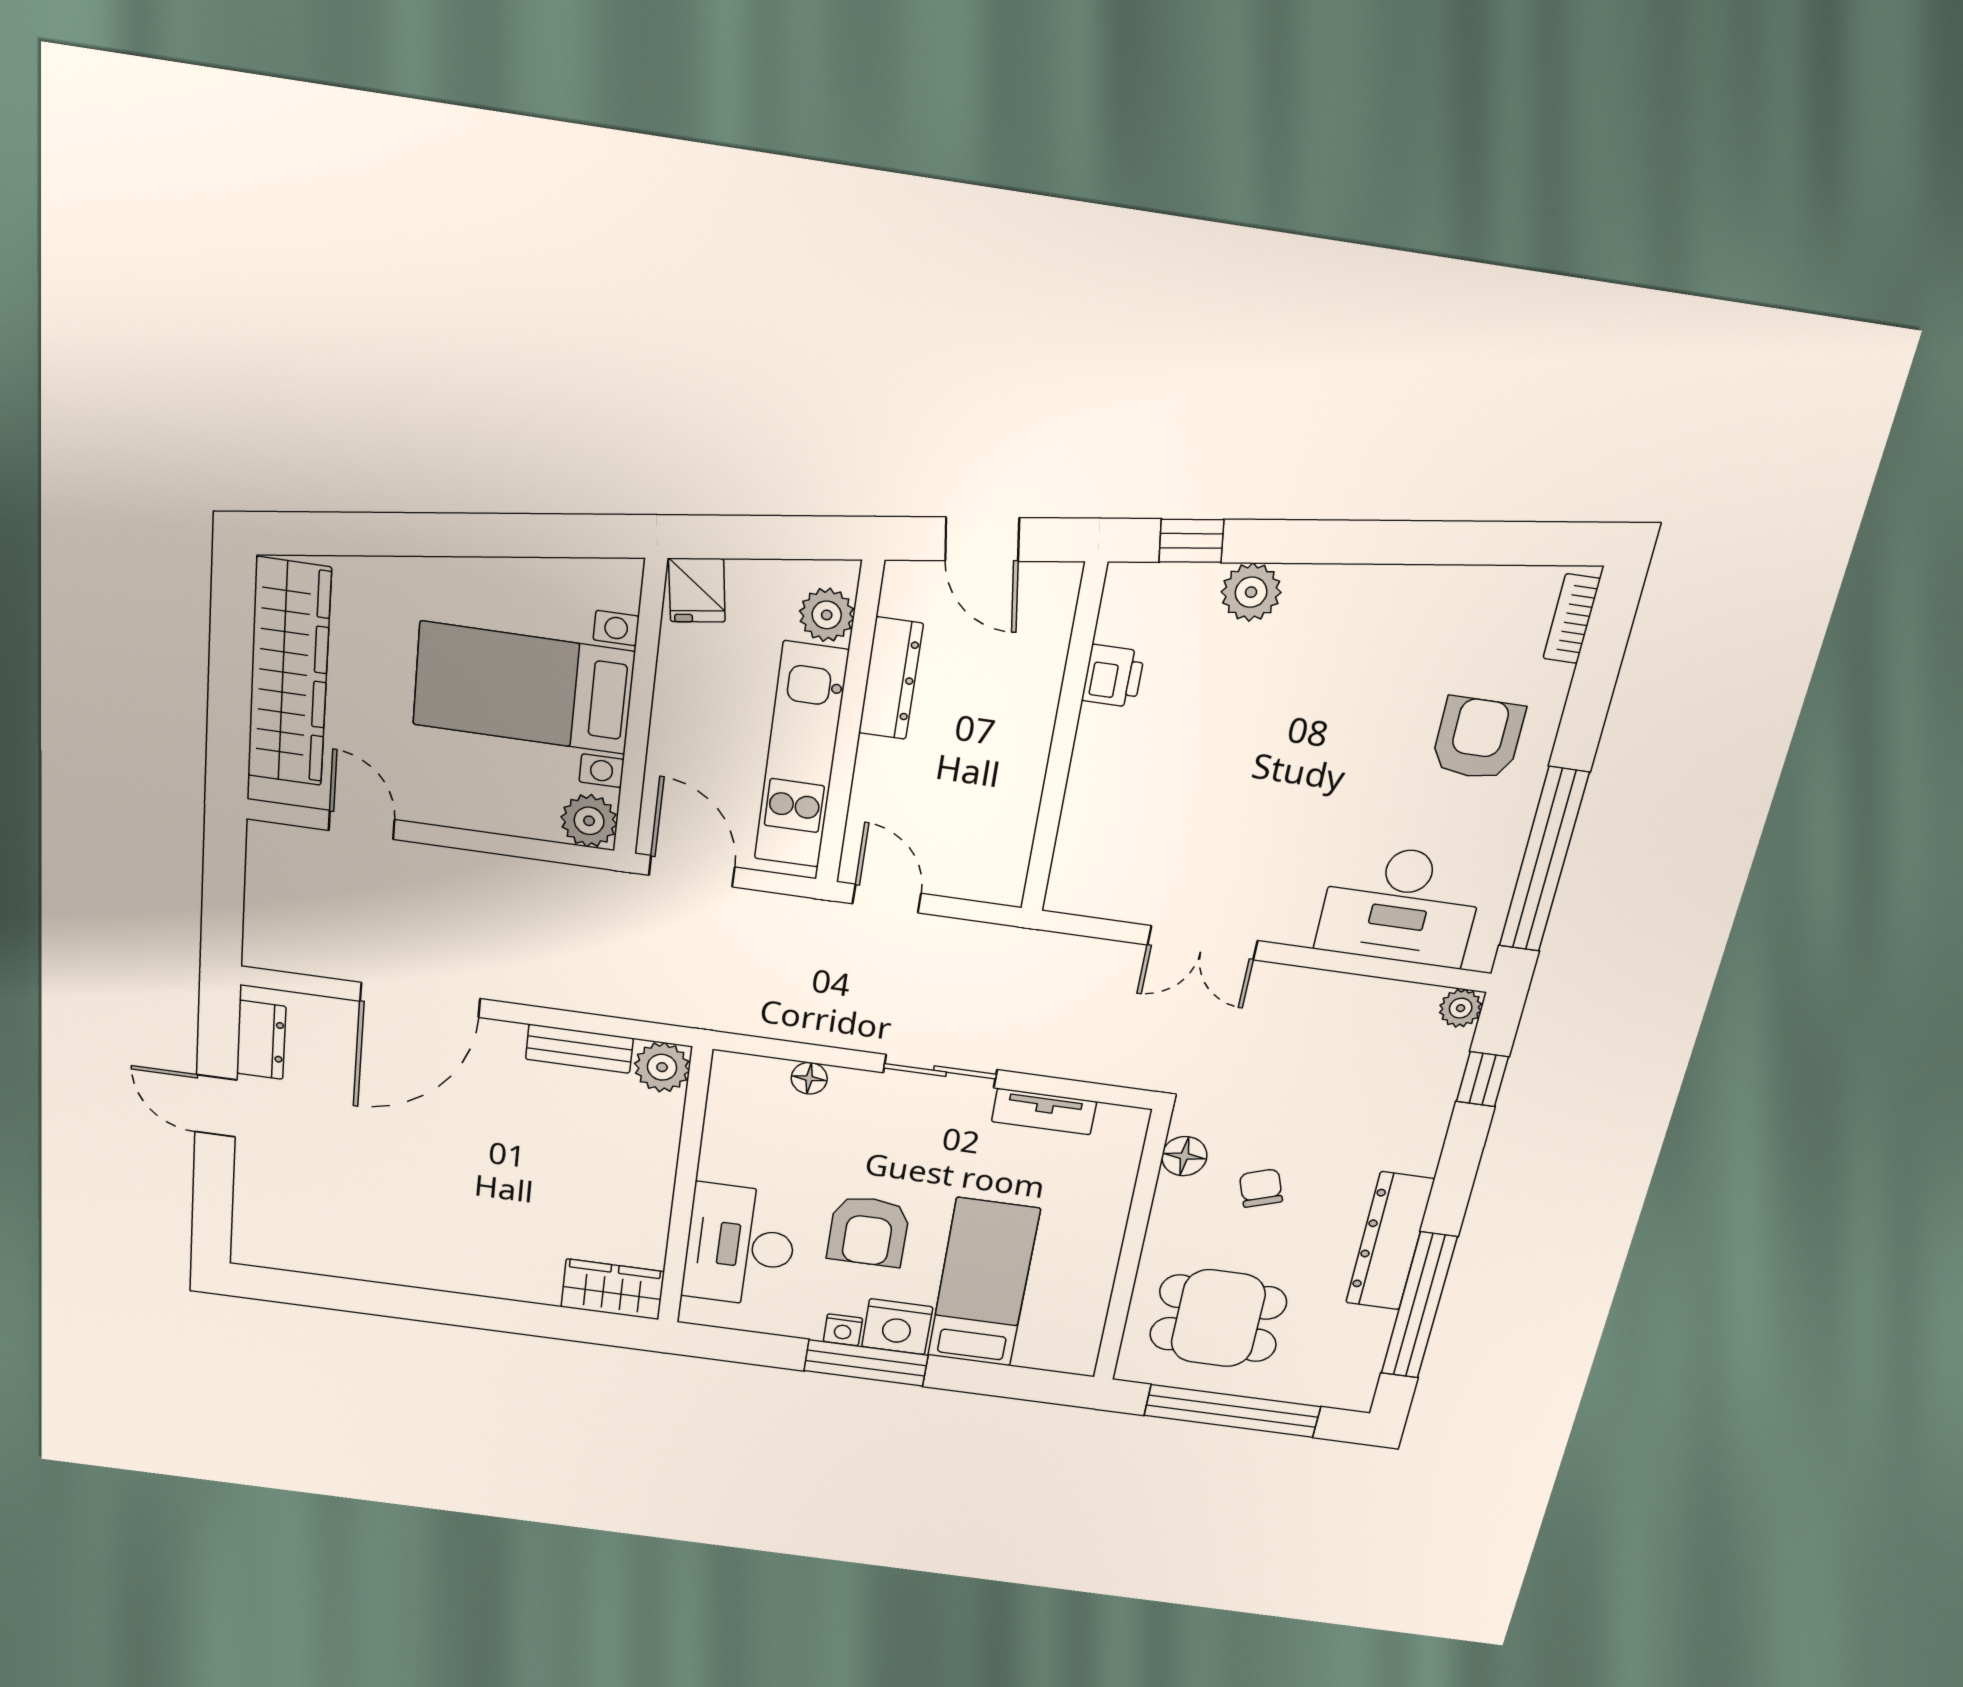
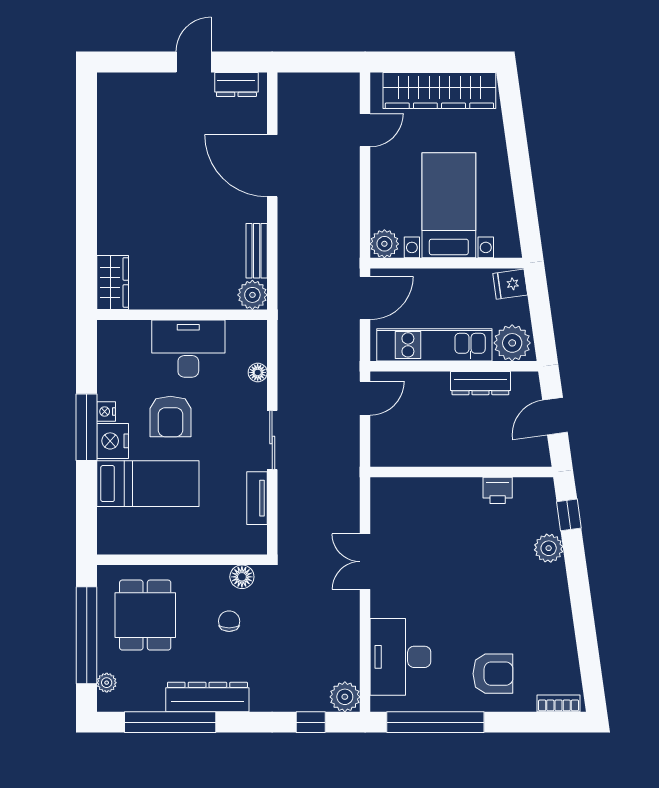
plant: (827, 615) -> (512, 343), width x1.36, depth x1.36
plant: (1461, 1008) -> (345, 697), width x1.38, depth x1.38
chair: (1261, 1188) -> (229, 621), turned -71
armchair: (868, 1231) -> (170, 417), turned -90
desk: (740, 1246) -> (188, 349), moved
plant: (1323, 1392) -> (107, 683), added

